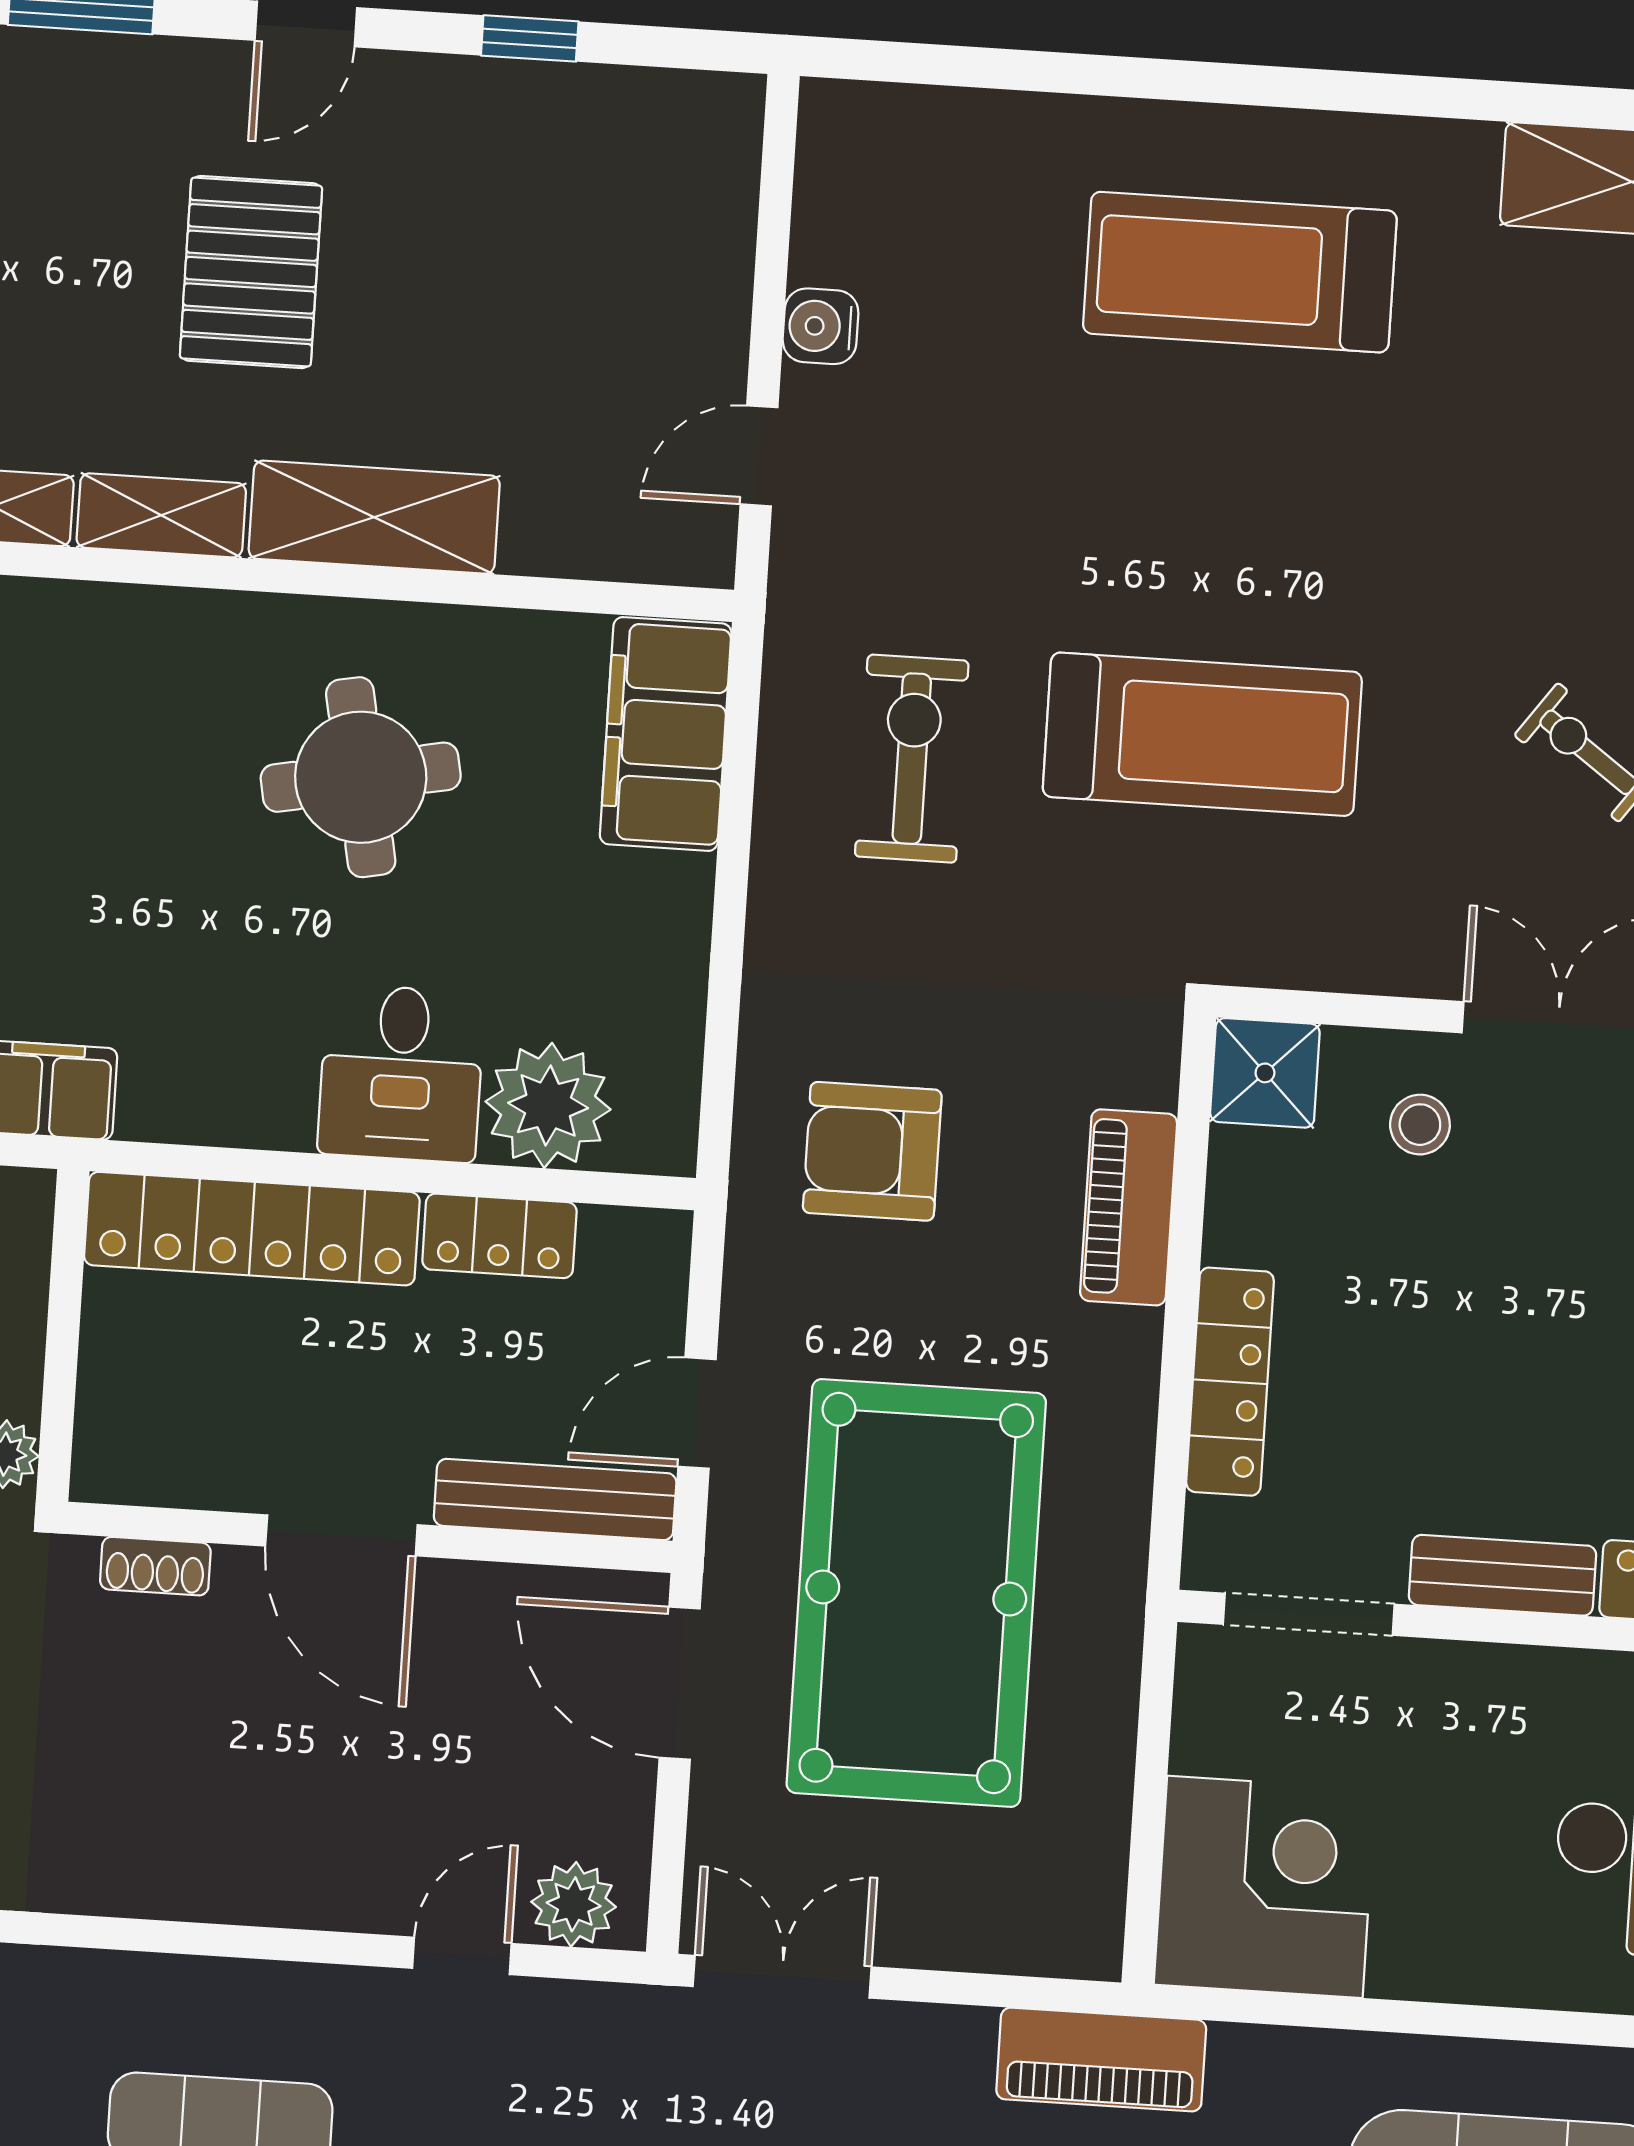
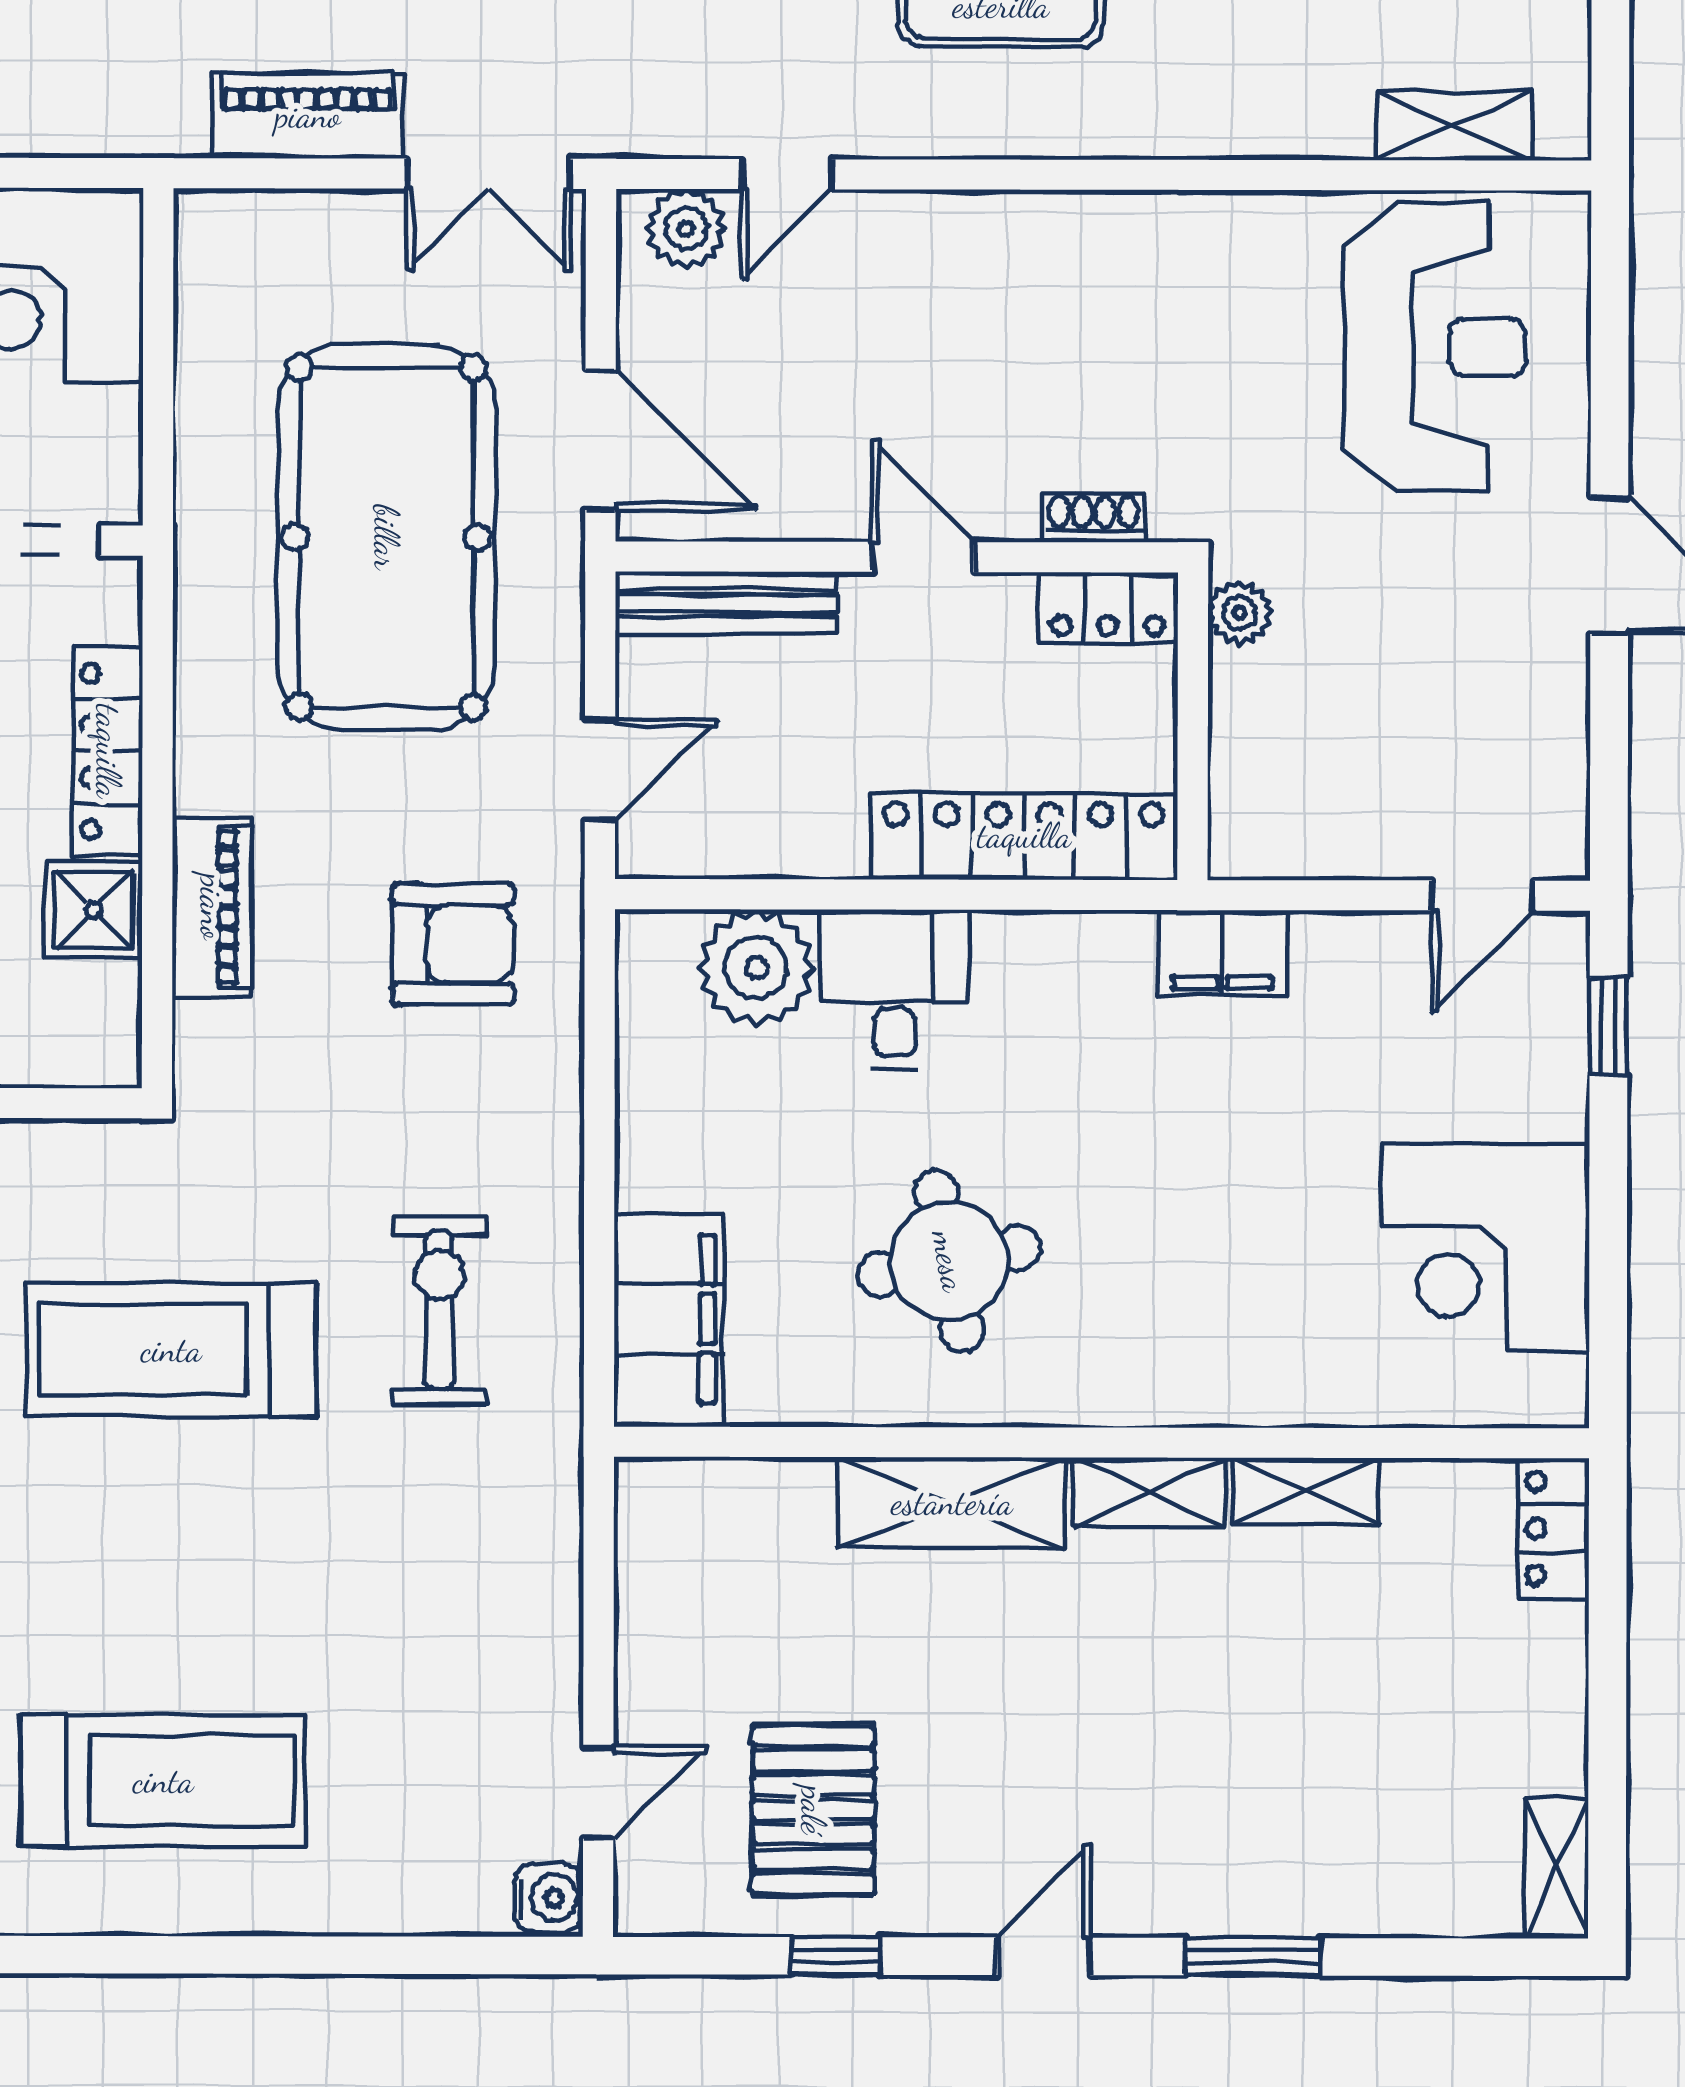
pallet: (251, 272) -> (813, 1810), moved
water cooler: (821, 326) -> (549, 1898), moved
door: (759, 456) -> (598, 1793), moved
exercise bike: (912, 759) -> (439, 1311), turned 180
shower: (1265, 1073) -> (94, 910), moved
locker: (499, 1236) -> (1108, 608), moved, turned 180
door: (697, 1413) -> (600, 770), moved
door: (341, 1535) -> (923, 557), width x0.73
piano: (1101, 2060) -> (308, 116), moved

